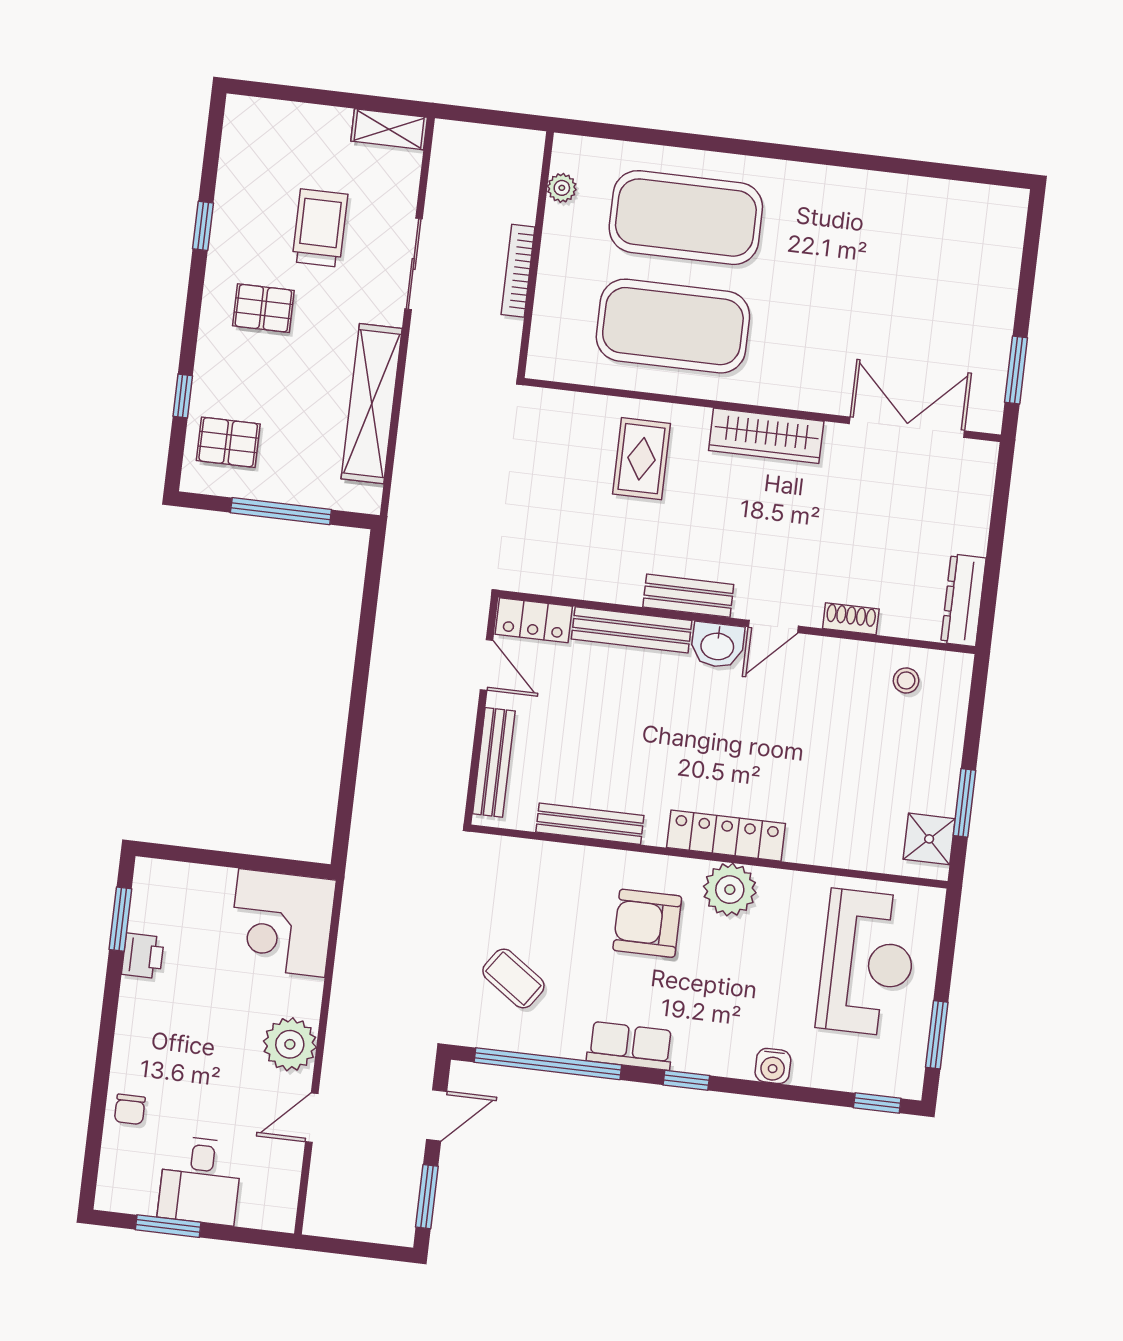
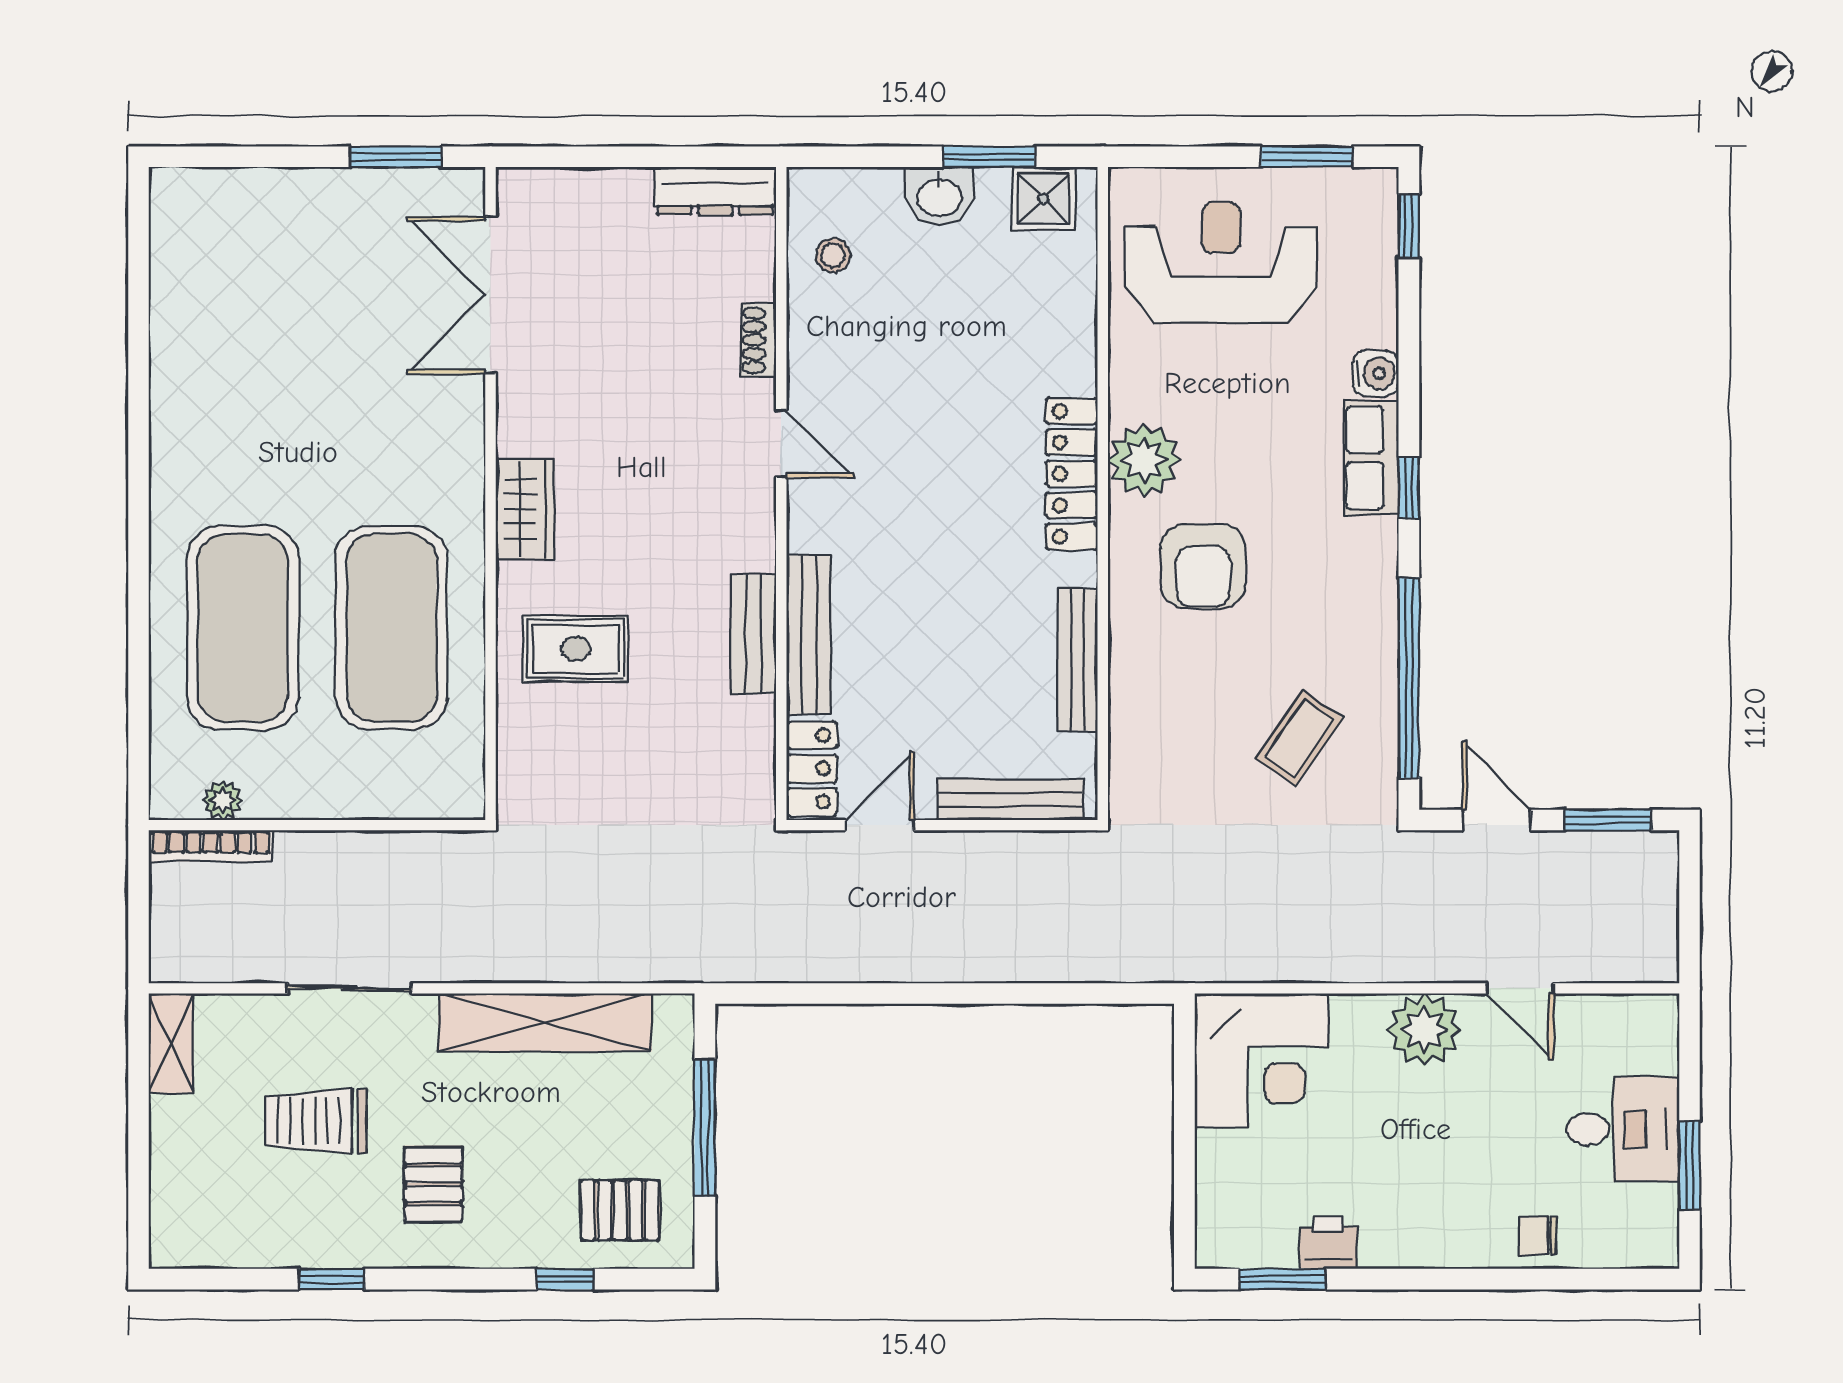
bookcase: (518, 271) -> (211, 846), moved
wardrobe: (766, 436) -> (525, 509), width x0.67
pallet: (228, 442) -> (620, 1210), turned 90
bench: (688, 596) -> (753, 634), moved
washbasin: (717, 645) -> (939, 196), moved, turned 90
row of seats: (630, 1046) -> (1371, 458), moved
chair: (130, 1109) -> (1538, 1236), turned 180

